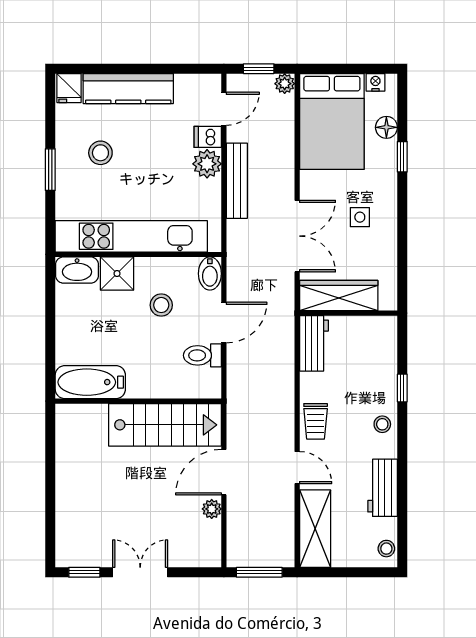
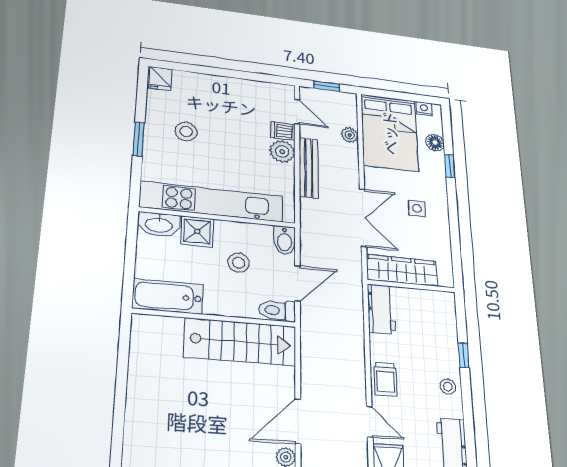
plant: (285, 84) -> (350, 135), moved
kitchen counter: (128, 89) -> (213, 86), removed
door: (224, 109) -> (297, 112), hinge flipped
bathtub: (90, 382) -> (168, 296), moved
wall: (138, 401) -> (215, 318), moved
stairs: (165, 425) -> (240, 342), moved

